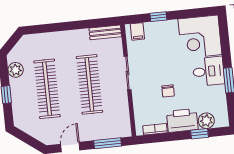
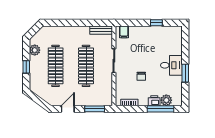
window: (158, 17) -> (156, 23), moved
corner desk: (200, 37) -> (168, 40), removed
printer: (182, 120) -> (154, 101), width x0.53, depth x0.68
window: (200, 134) -> (161, 109), width x2.17

